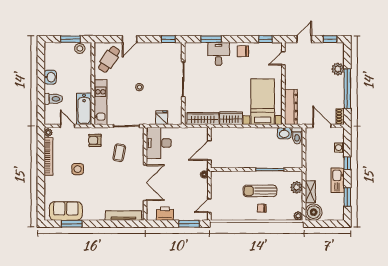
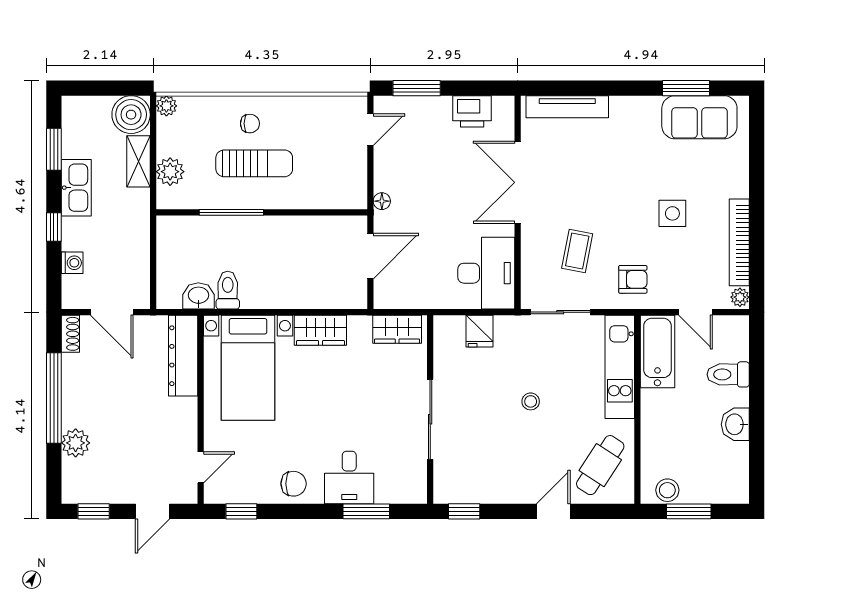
wardrobe: (203, 119) -> (397, 329), width x0.67
toilet: (297, 136) -> (228, 290), moved

